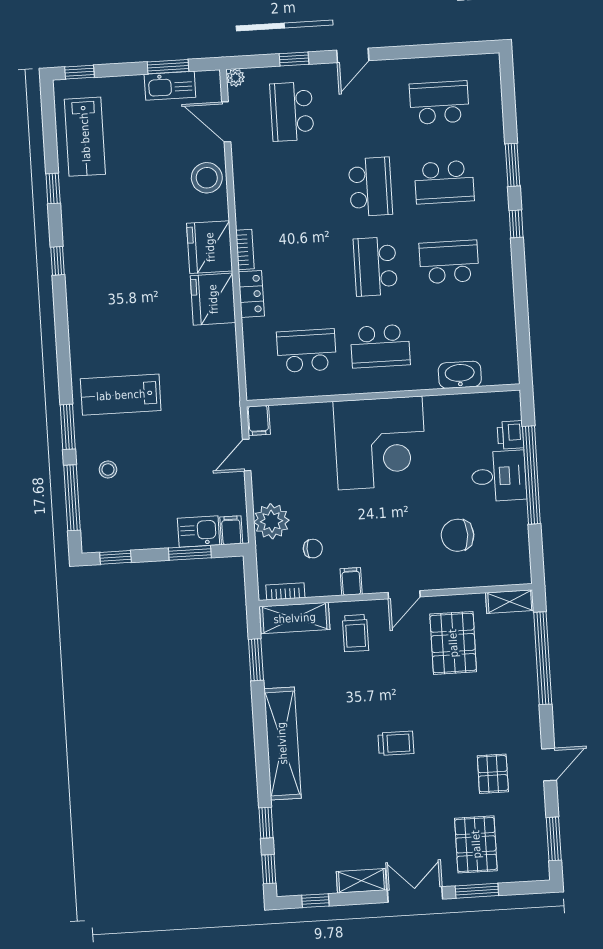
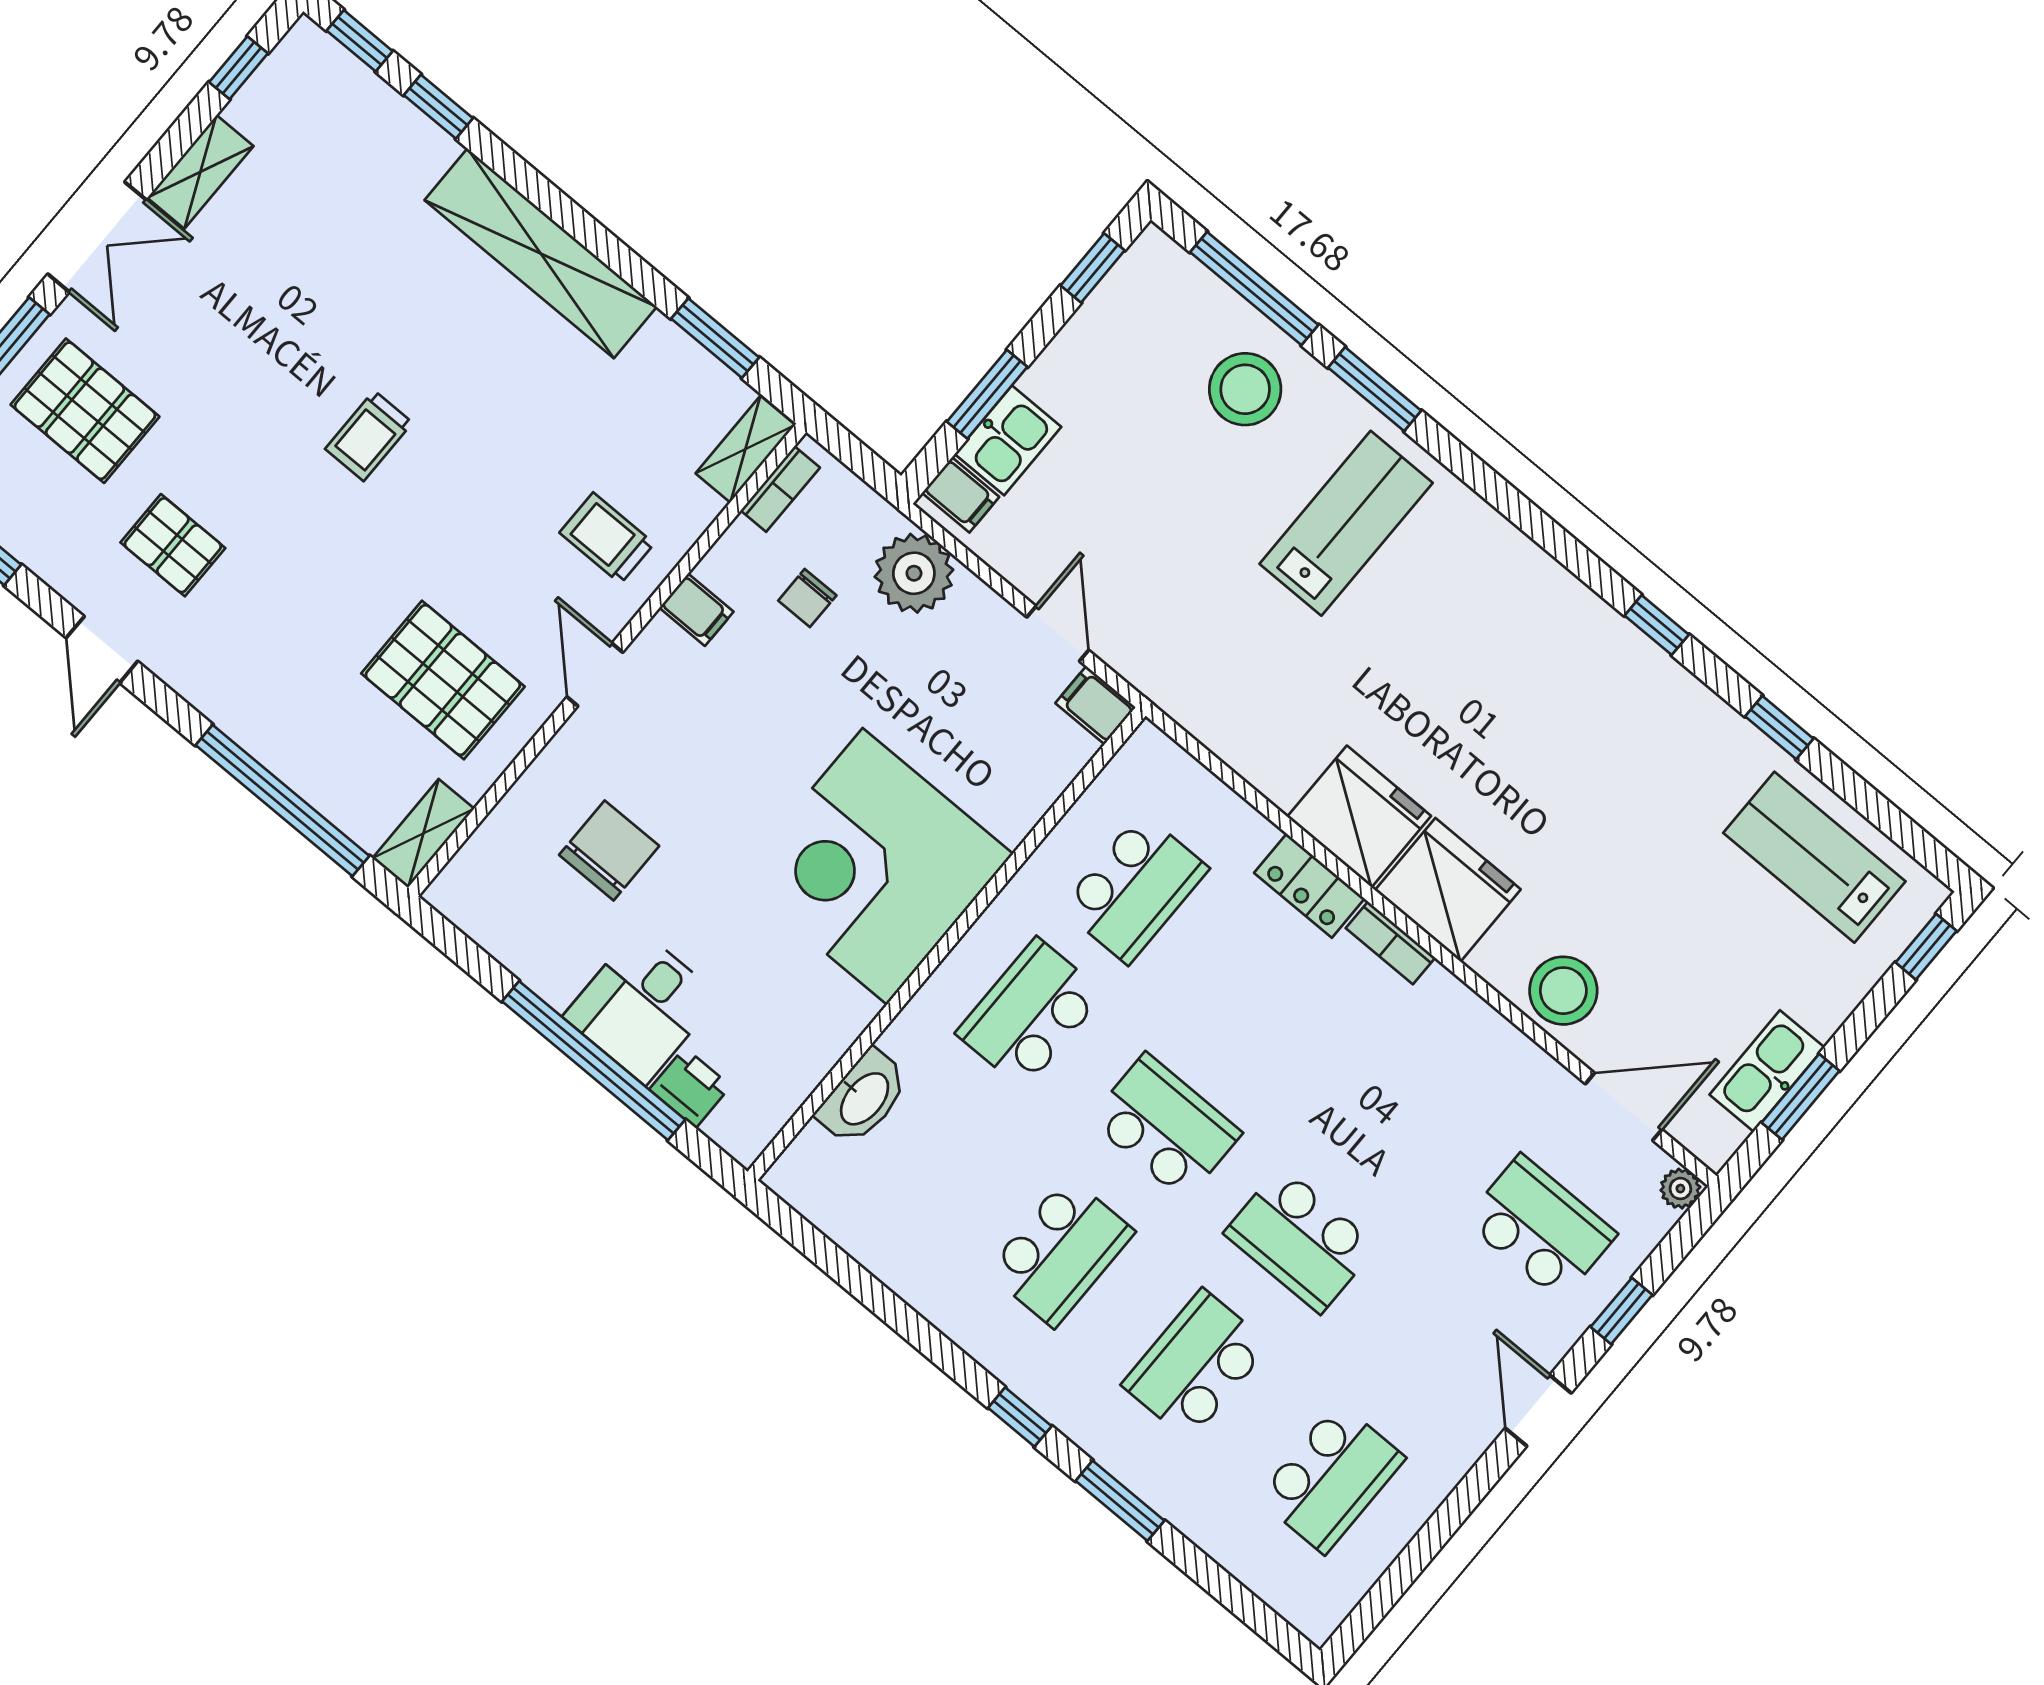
stool: (108, 470) -> (1245, 389), width x1.89, depth x1.89
shelving: (295, 618) -> (745, 449), width x0.67, depth x0.75

